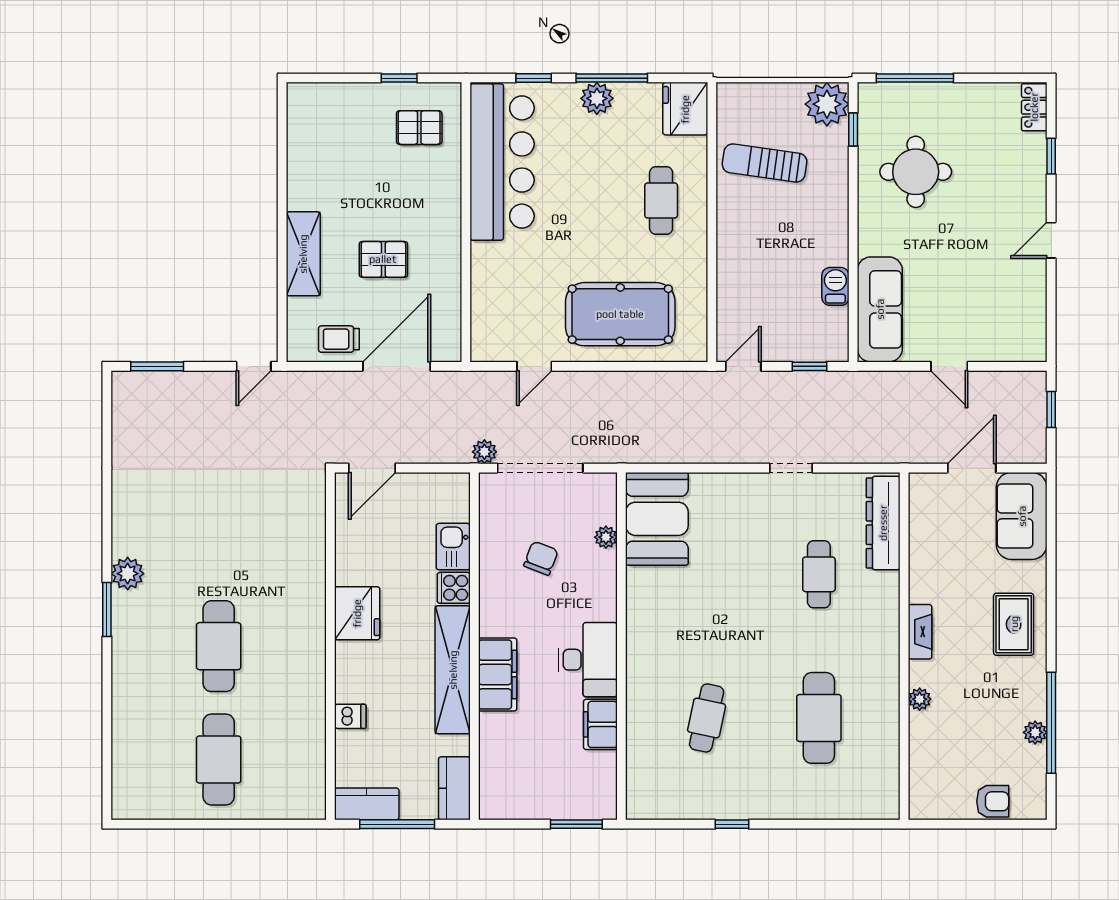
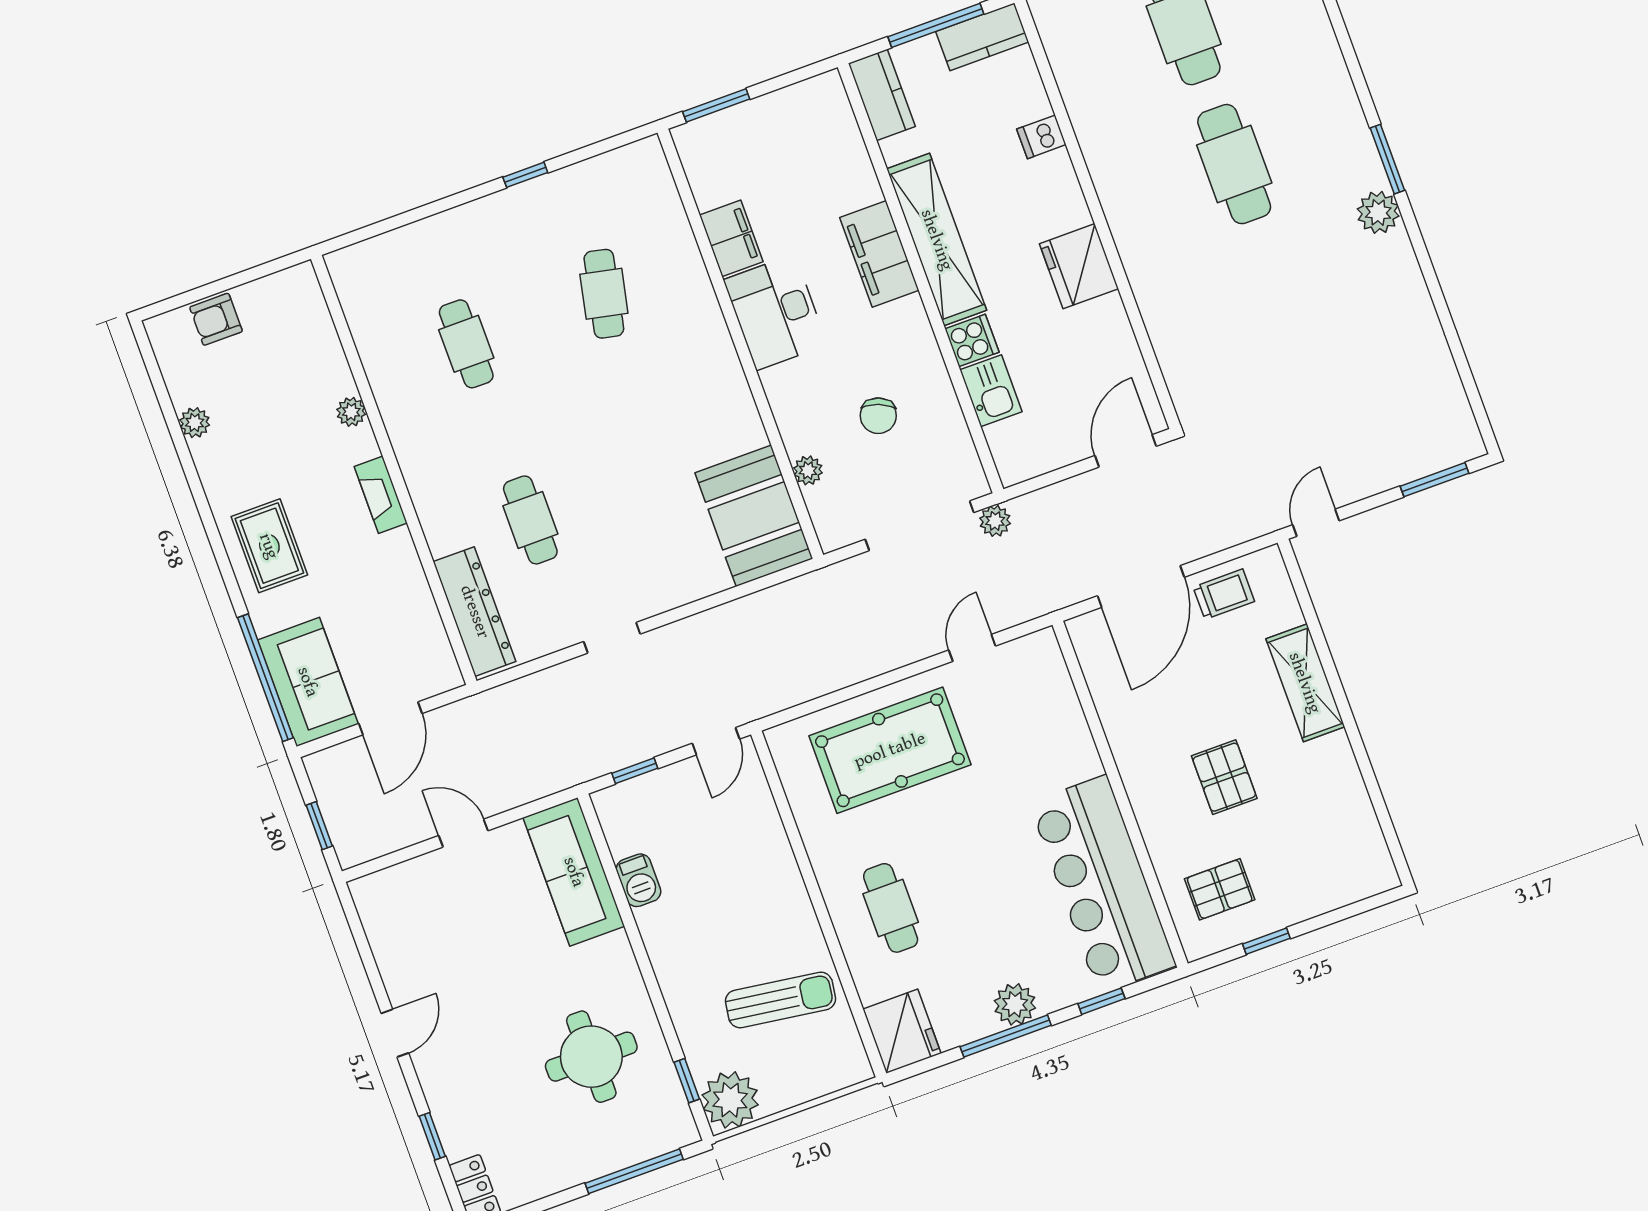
pallet: (383, 259) -> (1224, 777), moved, turned 90
cafe table: (819, 718) -> (466, 344), width x0.73, depth x0.74
window: (1051, 723) -> (265, 678), moved

